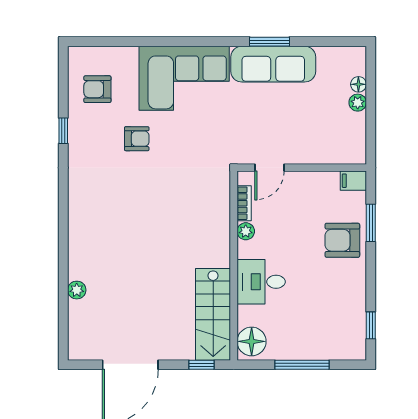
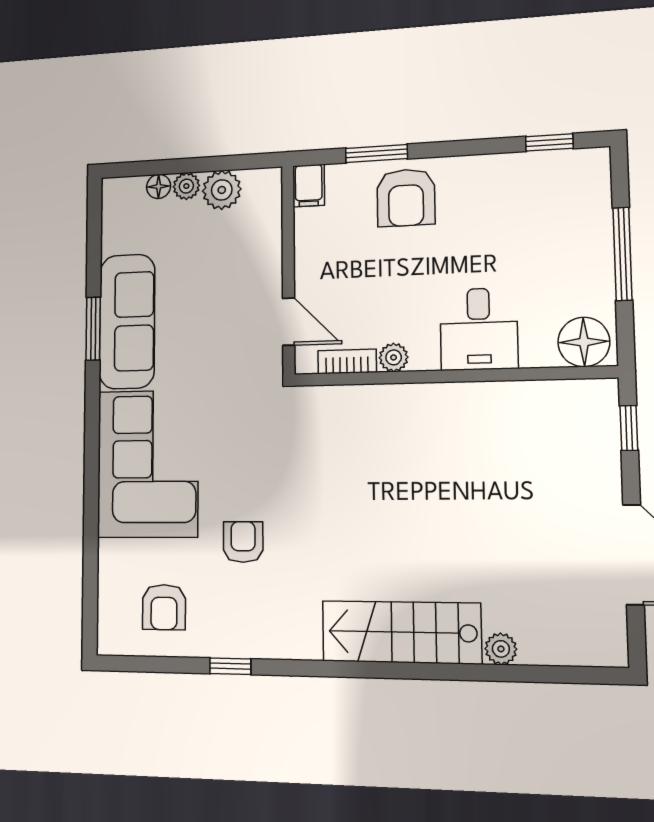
plant: (354, 126) -> (222, 190), added
stairs: (213, 314) -> (401, 632), moved, turned 180

